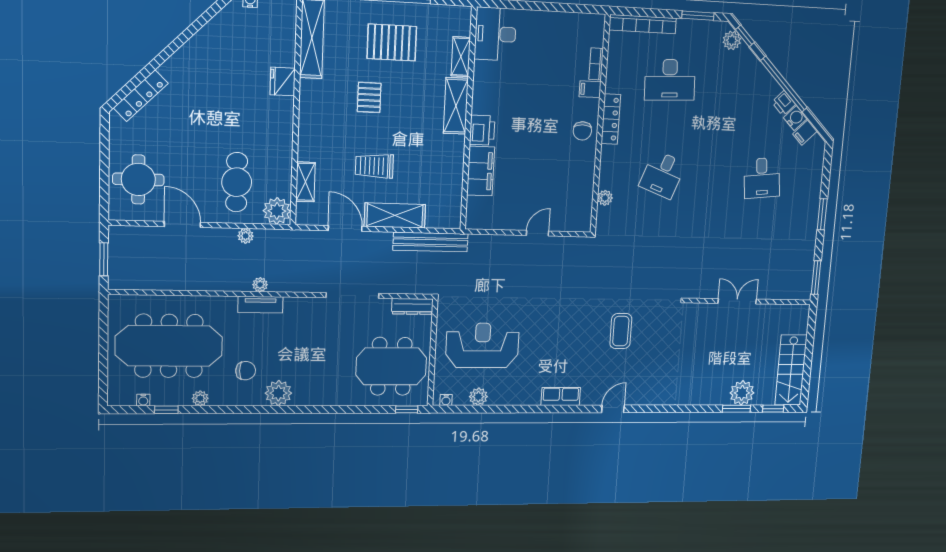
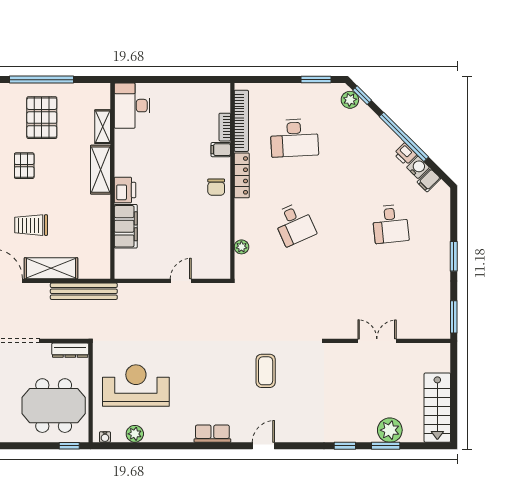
bookcase: (643, 24) -> (241, 121), moved, turned -90
pallet: (392, 42) -> (42, 118), turned 90
desk: (663, 175) -> (294, 224), turned -45
window: (773, 409) -> (345, 446), moved

